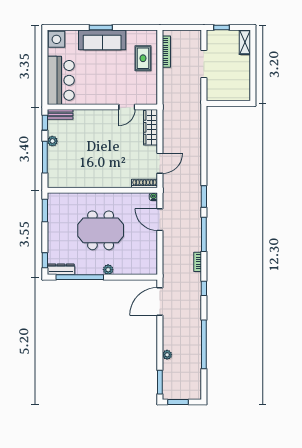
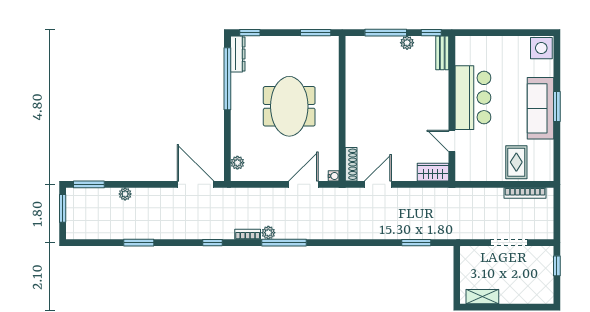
shelving: (245, 42) -> (482, 297), moved
rug: (143, 58) -> (516, 162), turned 90
bar counter: (61, 80) -> (473, 98), moved, turned -90
wardrobe: (151, 127) -> (433, 172), width x0.67
door: (160, 163) -> (378, 184), swing flipped
window: (204, 197) -> (416, 243), moved
plant: (196, 246) -> (268, 233), added
plant: (108, 270) -> (237, 163), moved
window: (204, 344) -> (139, 243), width x0.47

